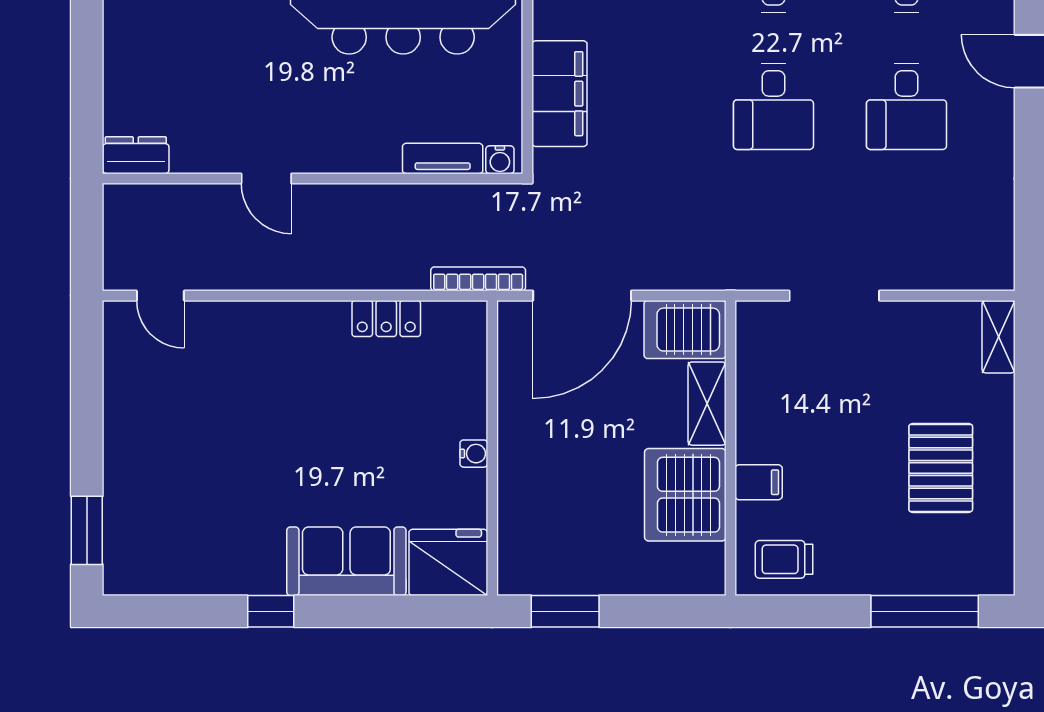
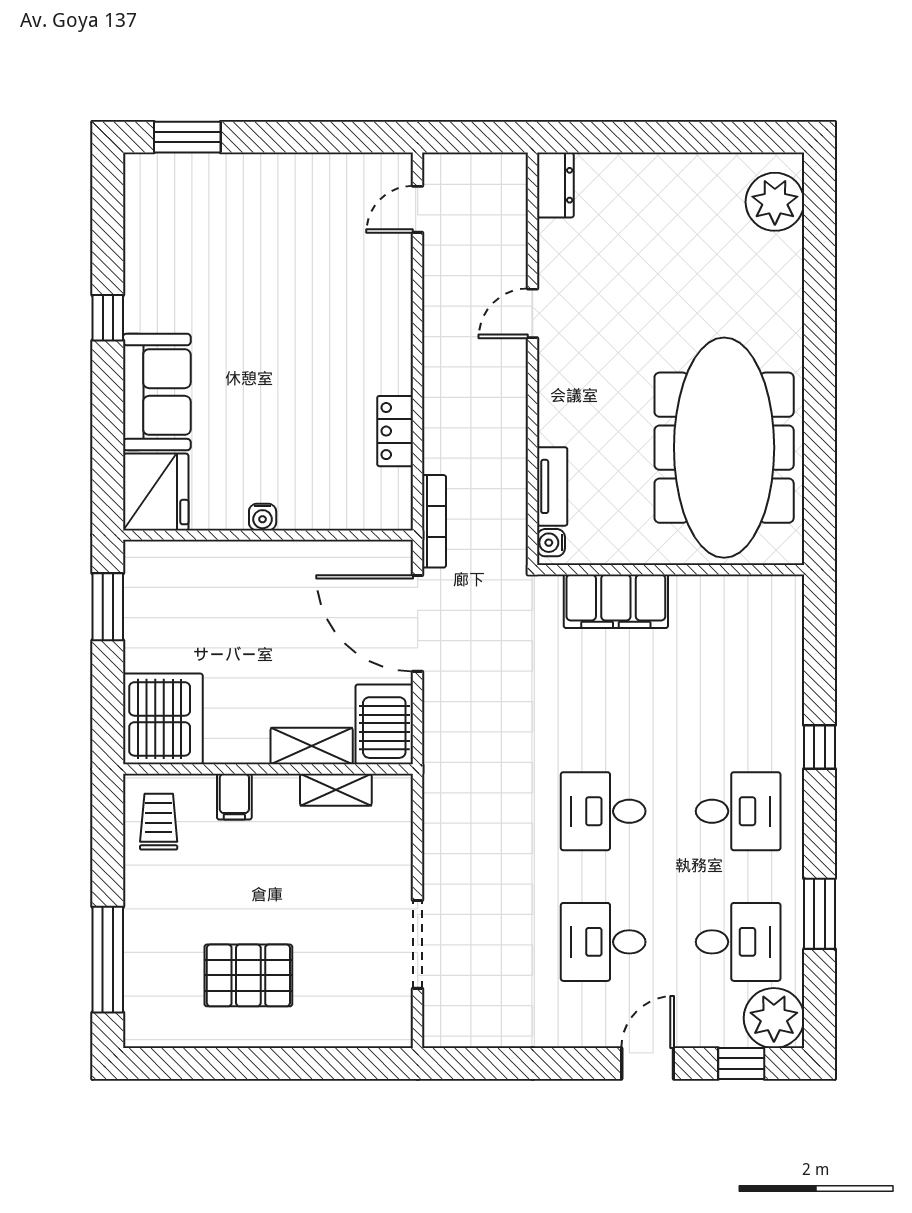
doorway: (834, 296) -> (418, 944), moved
shelving: (998, 337) -> (336, 790), moved
server rack: (685, 495) -> (163, 719), moved, turned 90

